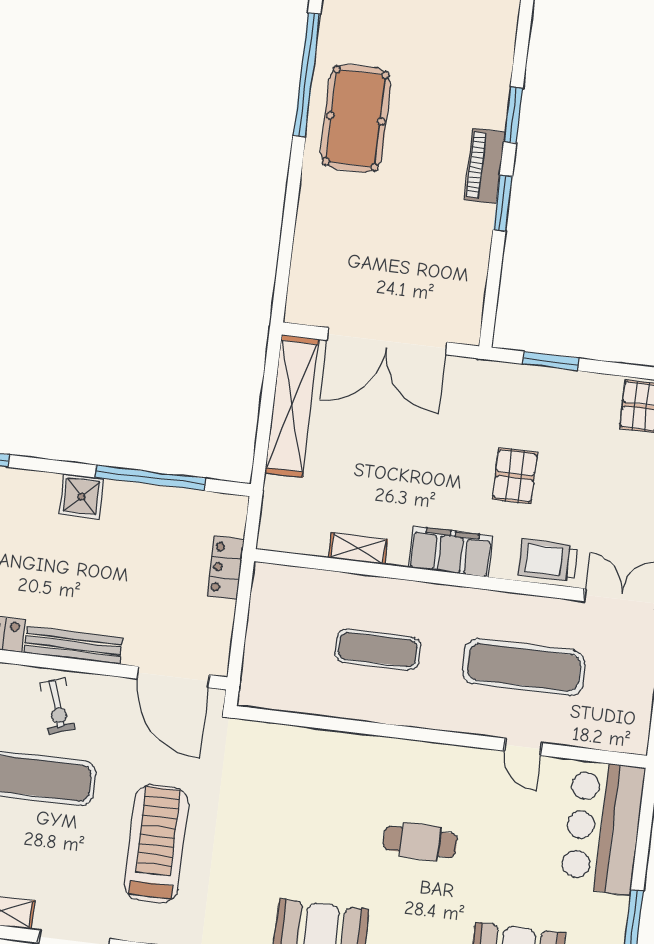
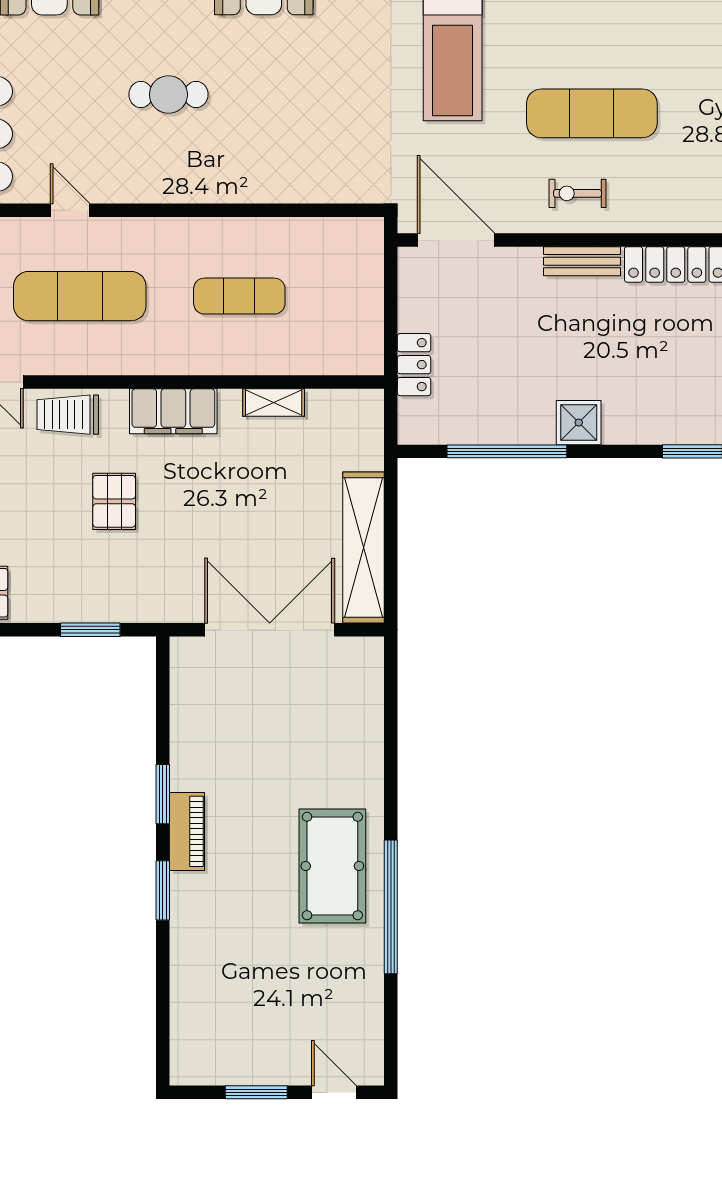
trolley: (548, 560) -> (68, 415), turned 180
bench: (73, 645) -> (582, 261), width x0.73
exercise bike: (57, 706) -> (577, 193), turned -73

